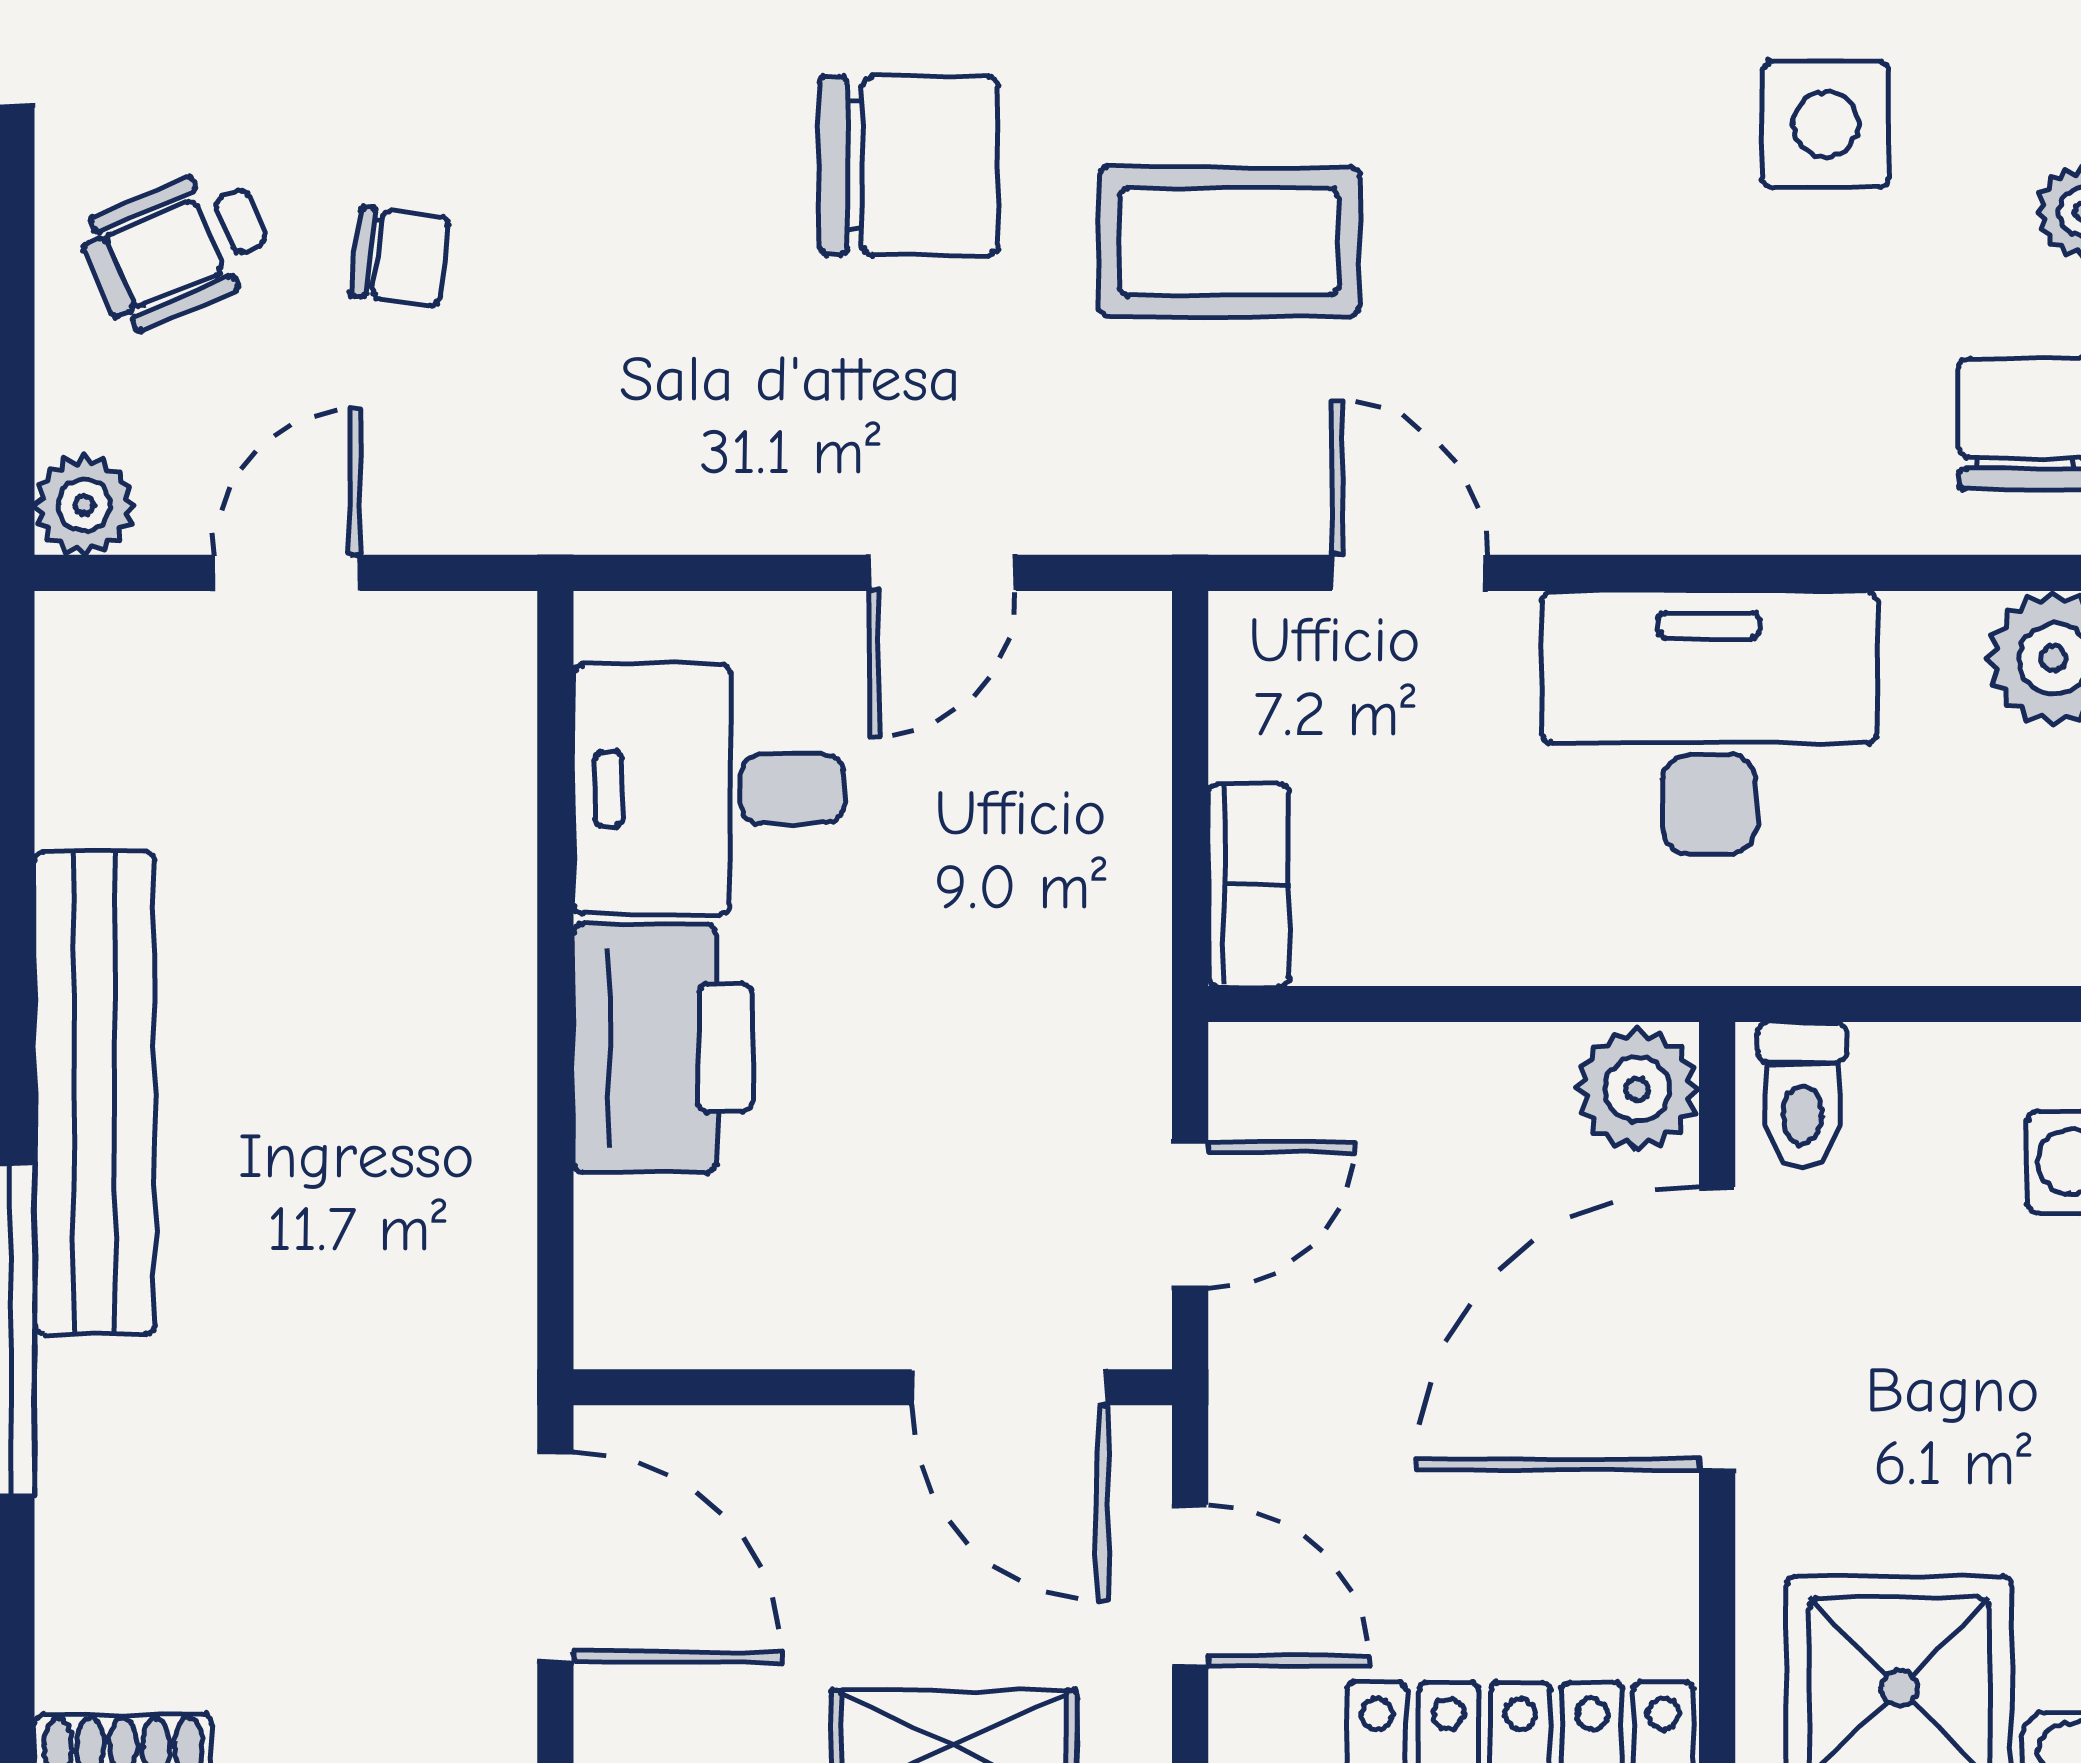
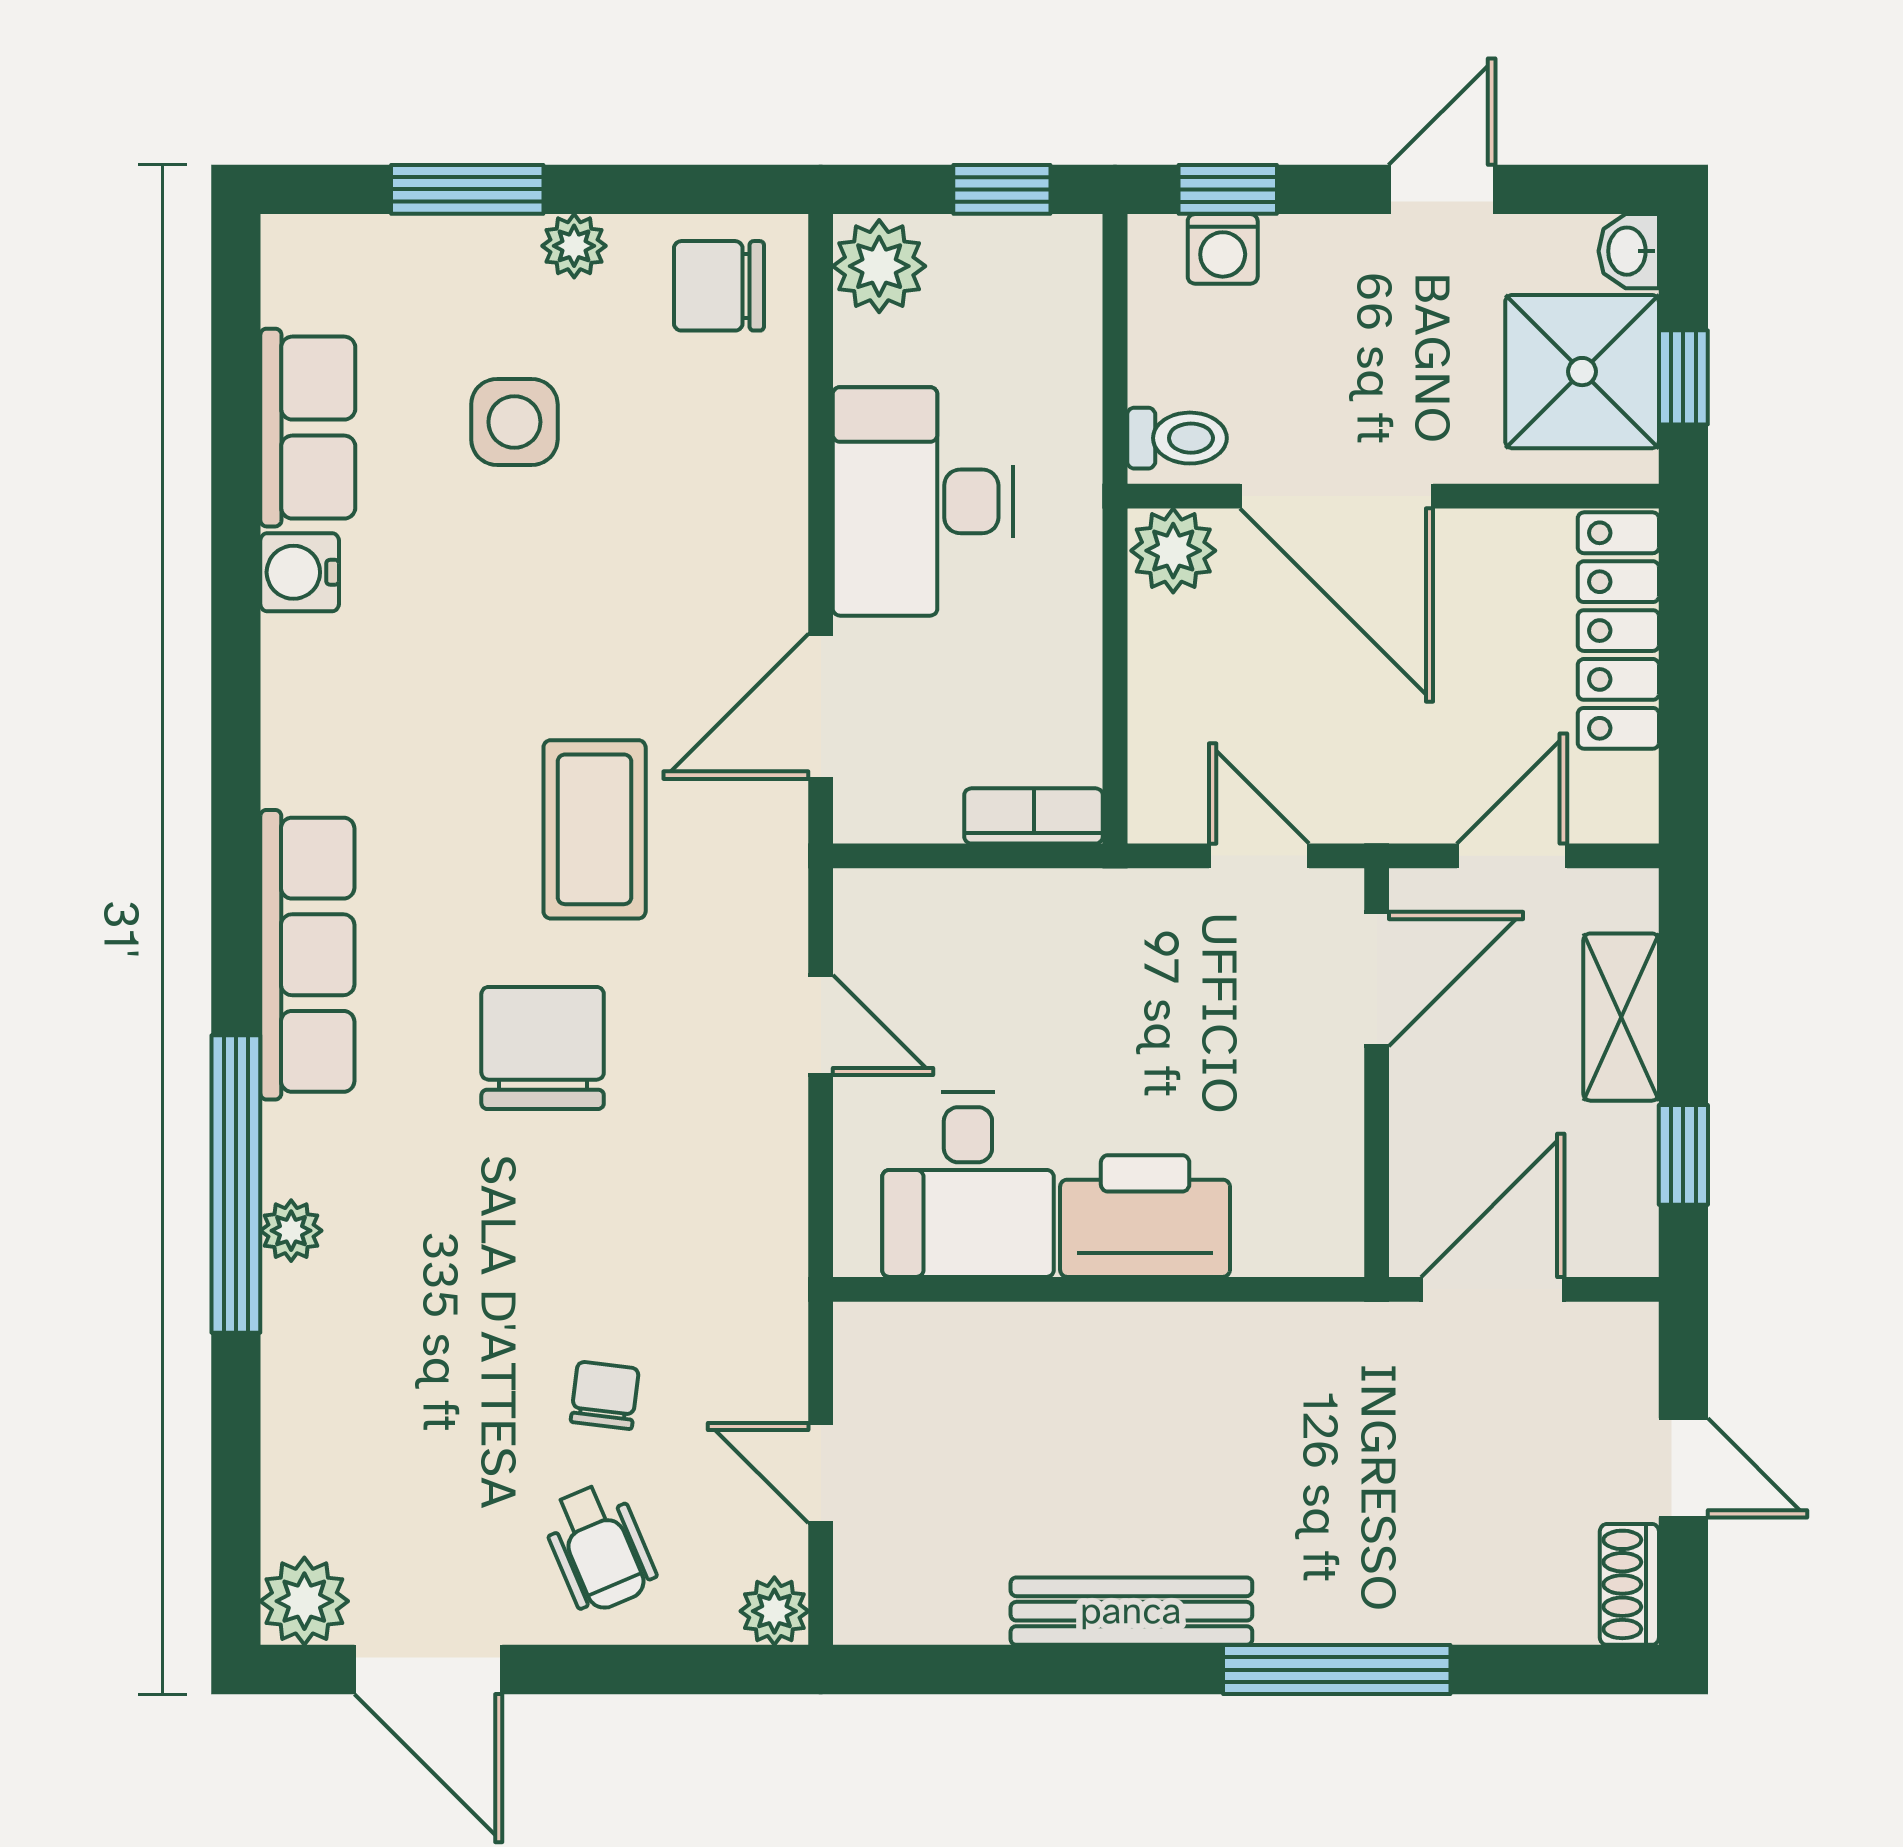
door: (1409, 573) -> (821, 706), width x1.38
bench: (95, 1093) -> (1131, 1611), width x0.73, depth x0.82

